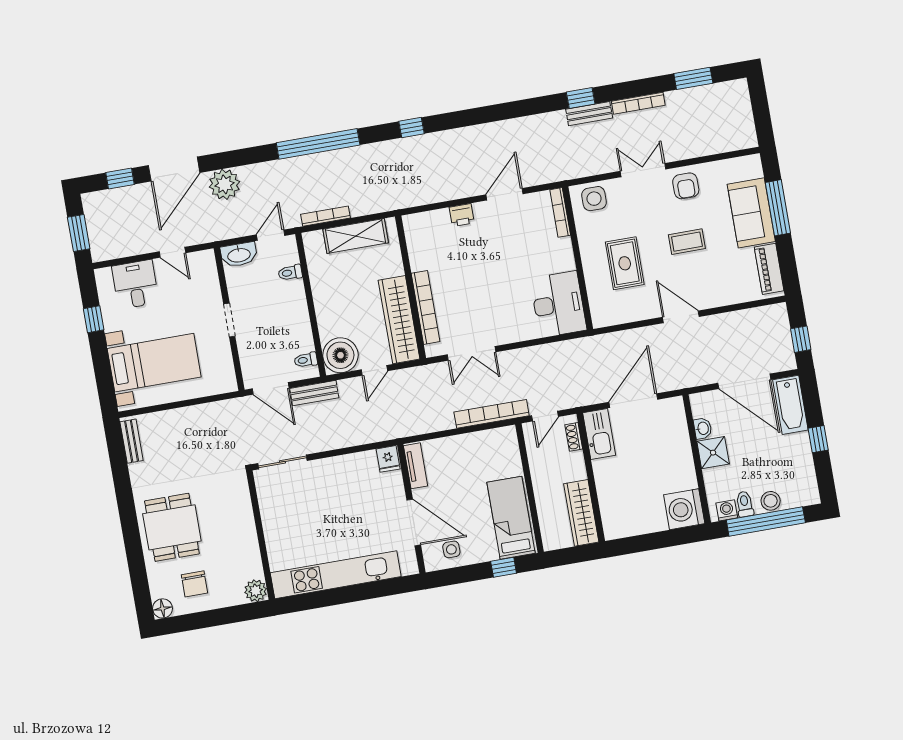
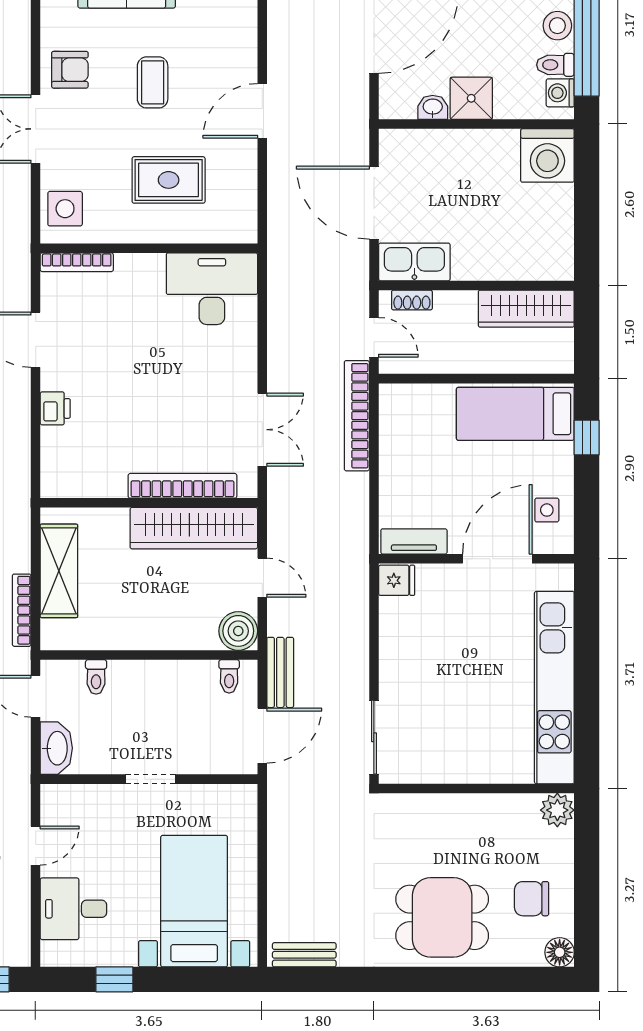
boiler: (340, 355) -> (238, 631), width x0.73, depth x0.73
chair: (195, 584) -> (532, 899), turned 180

